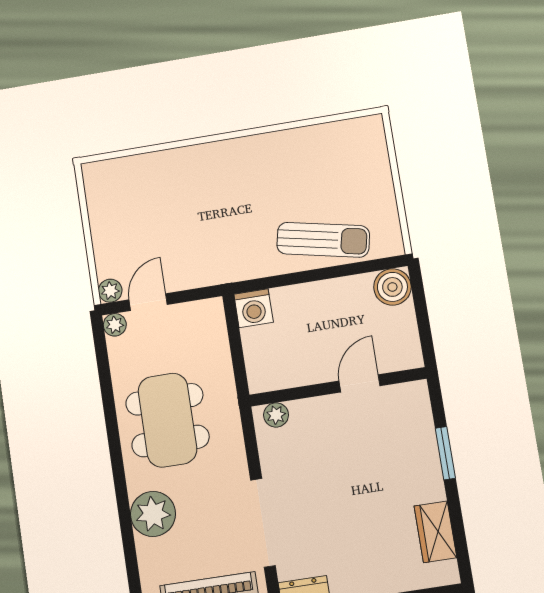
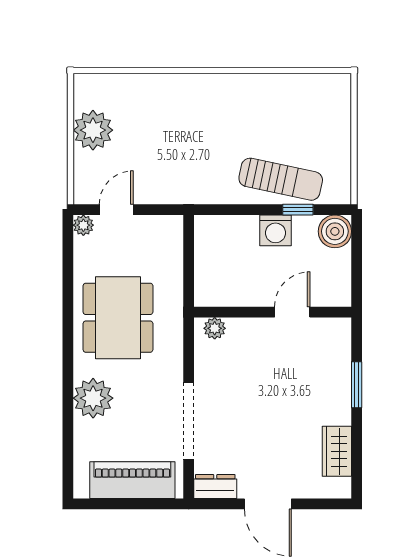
window: (348, 270) -> (298, 210), added
plant: (110, 291) -> (93, 130), moved, width x1.88, depth x1.88
washing machine: (254, 308) -> (275, 230), moved

